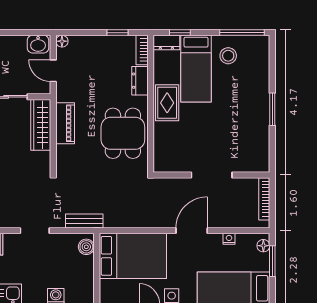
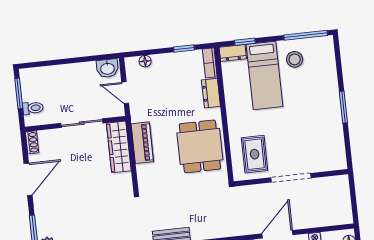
floor lamp: (62, 41) -> (145, 61), moved
rug: (167, 103) -> (255, 154), moved
bookcase: (264, 199) -> (345, 195), removed

